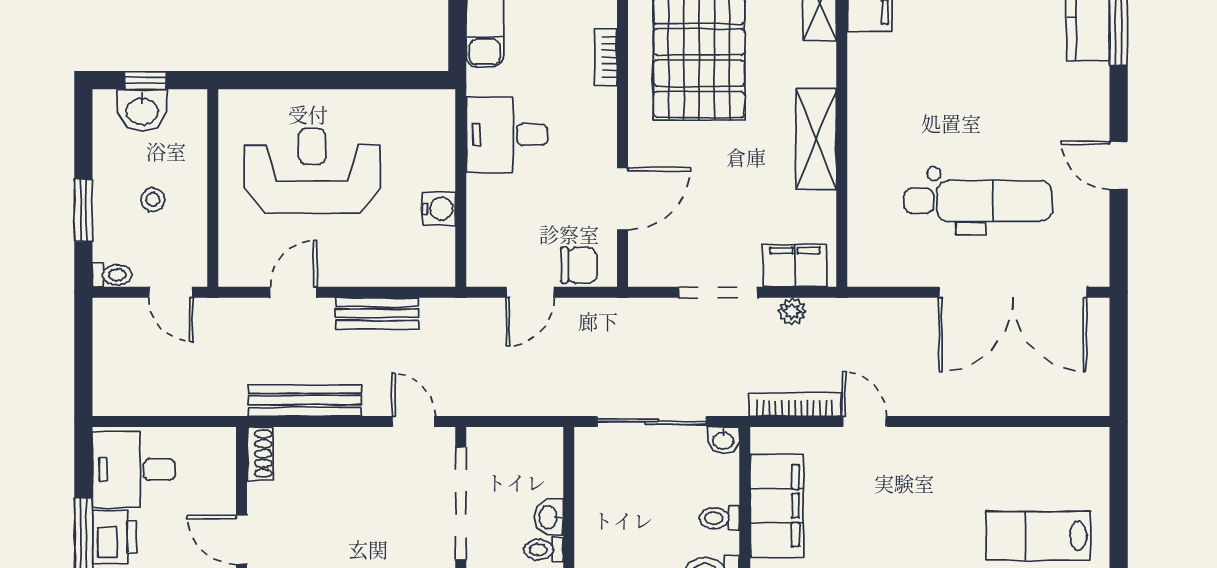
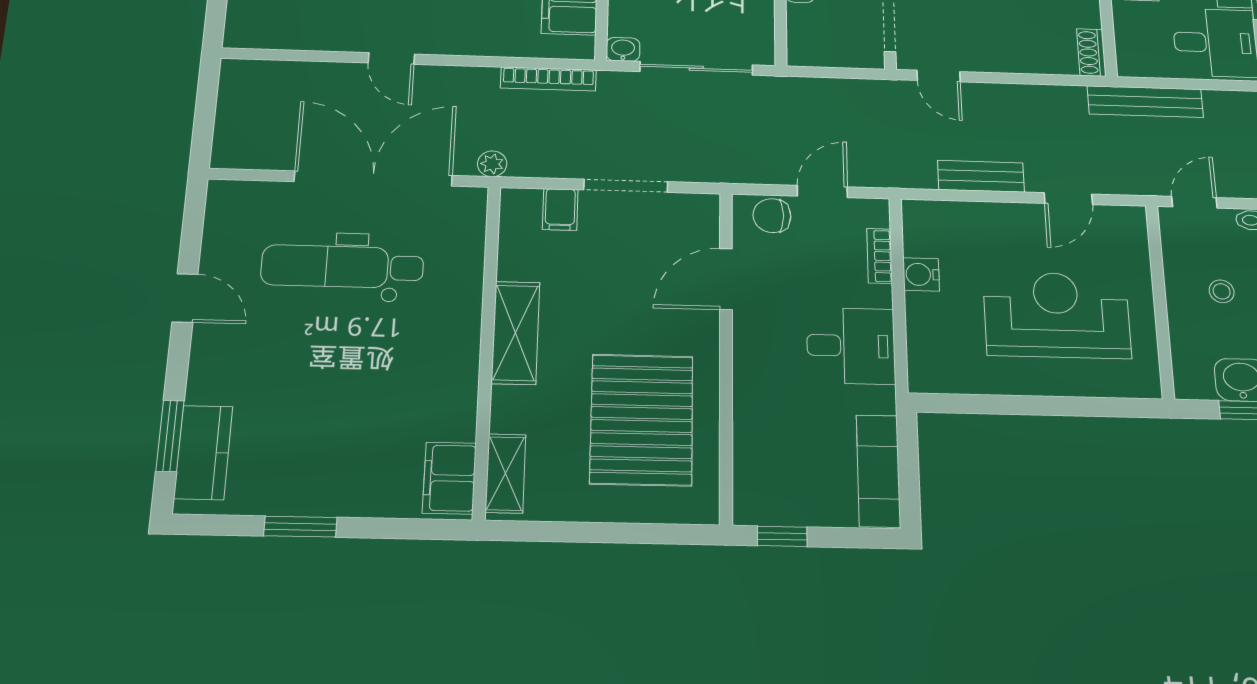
bookcase: (606, 57) -> (880, 256), moved, turned 180
reception desk: (312, 171) -> (1057, 315), turned 180
filing cabinet: (795, 265) -> (560, 210), width x0.50
door: (171, 292) -> (1194, 202), hinge flipped
double door: (1013, 292) -> (373, 179), moved
plant: (792, 311) -> (492, 164), moved
bench: (305, 400) -> (1145, 102), moved
door: (864, 422) -> (391, 59), moved

